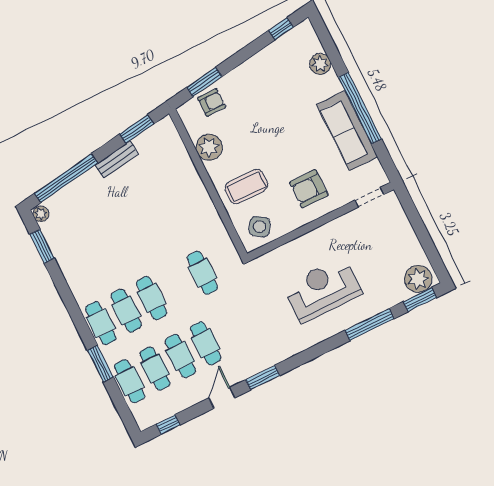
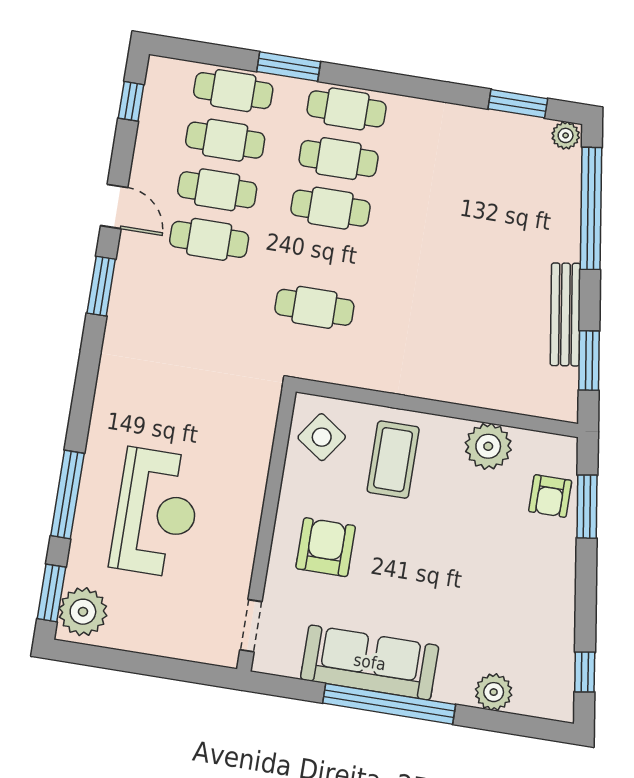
bench: (117, 160) -> (565, 314), width x1.36
reception desk: (322, 290) -> (156, 513), moved

